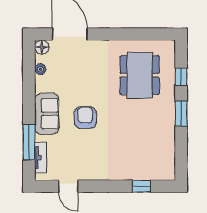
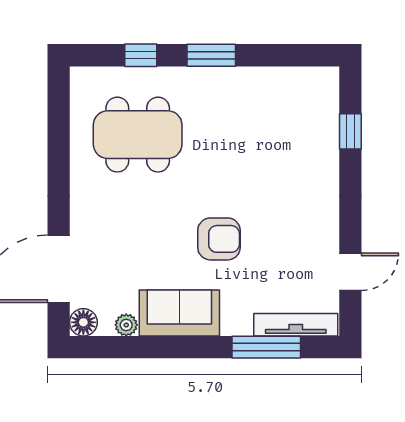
sofa: (47, 114) -> (179, 313), moved
armchair: (85, 118) -> (219, 239), turned 180
tv unit: (41, 158) -> (296, 325), width x1.41

